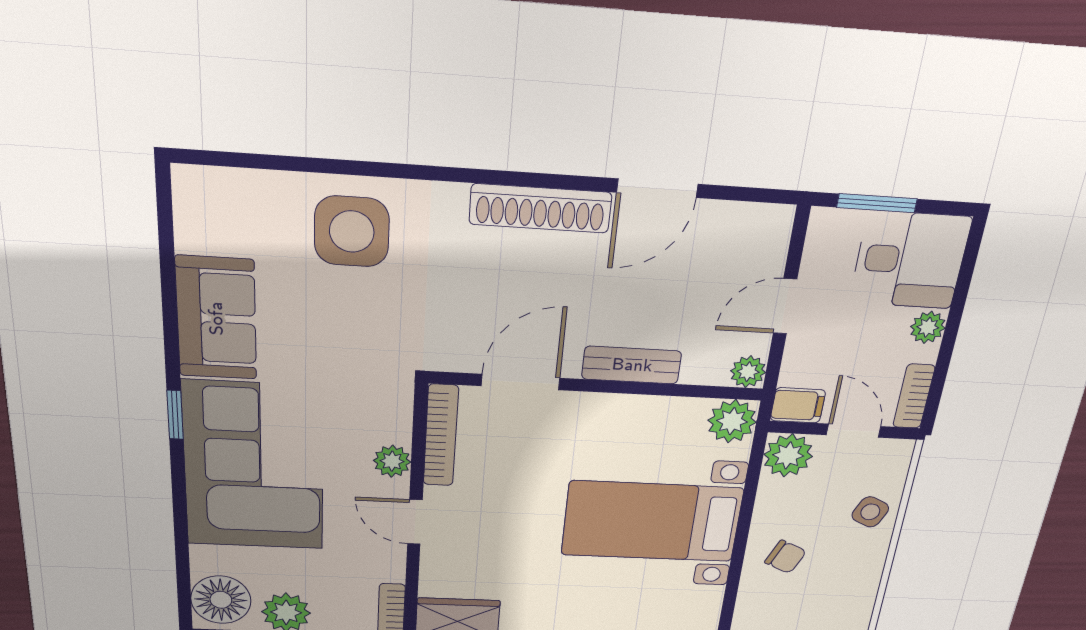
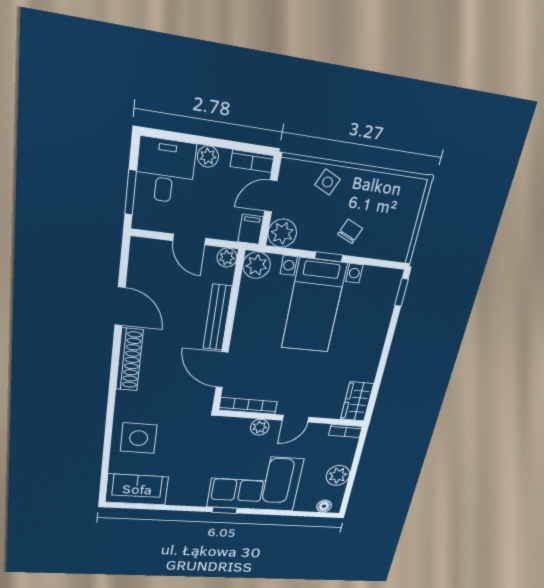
sofa: (216, 318) -> (137, 489), moved
bench: (632, 365) -> (217, 317), width x1.36
window: (742, 532) -> (329, 257), added
floor lamp: (221, 600) -> (324, 506), width x0.53, depth x0.53

